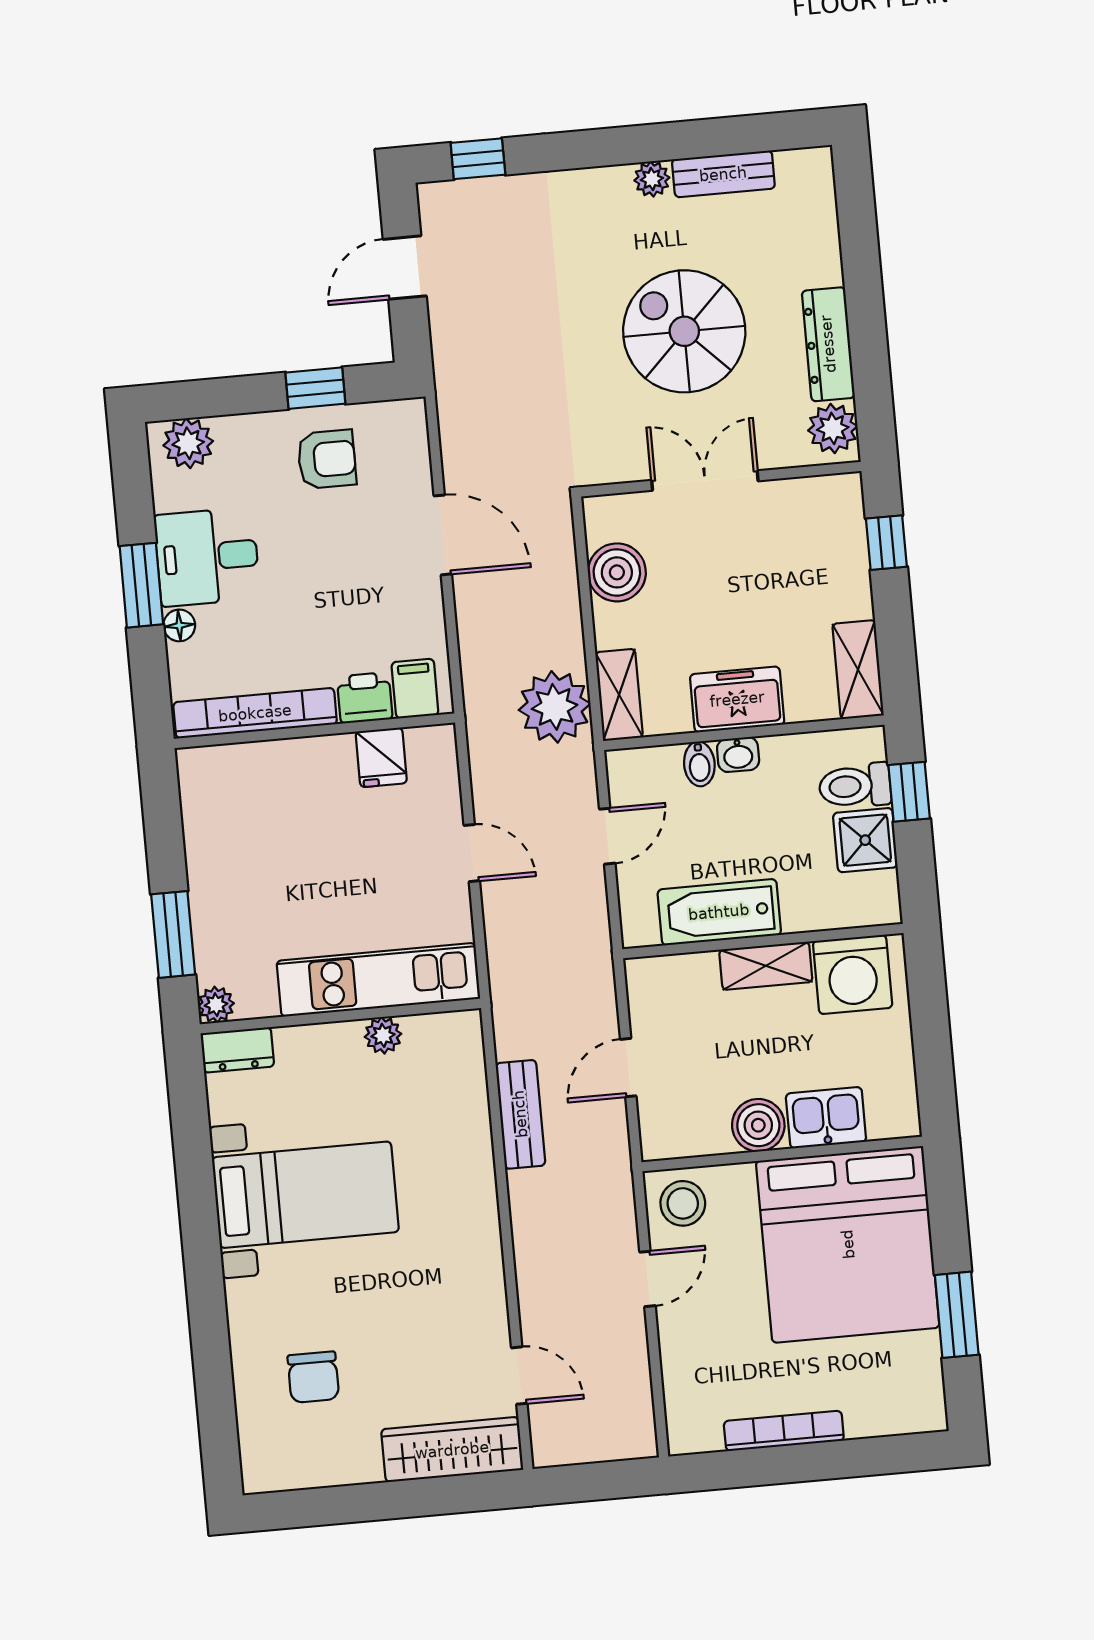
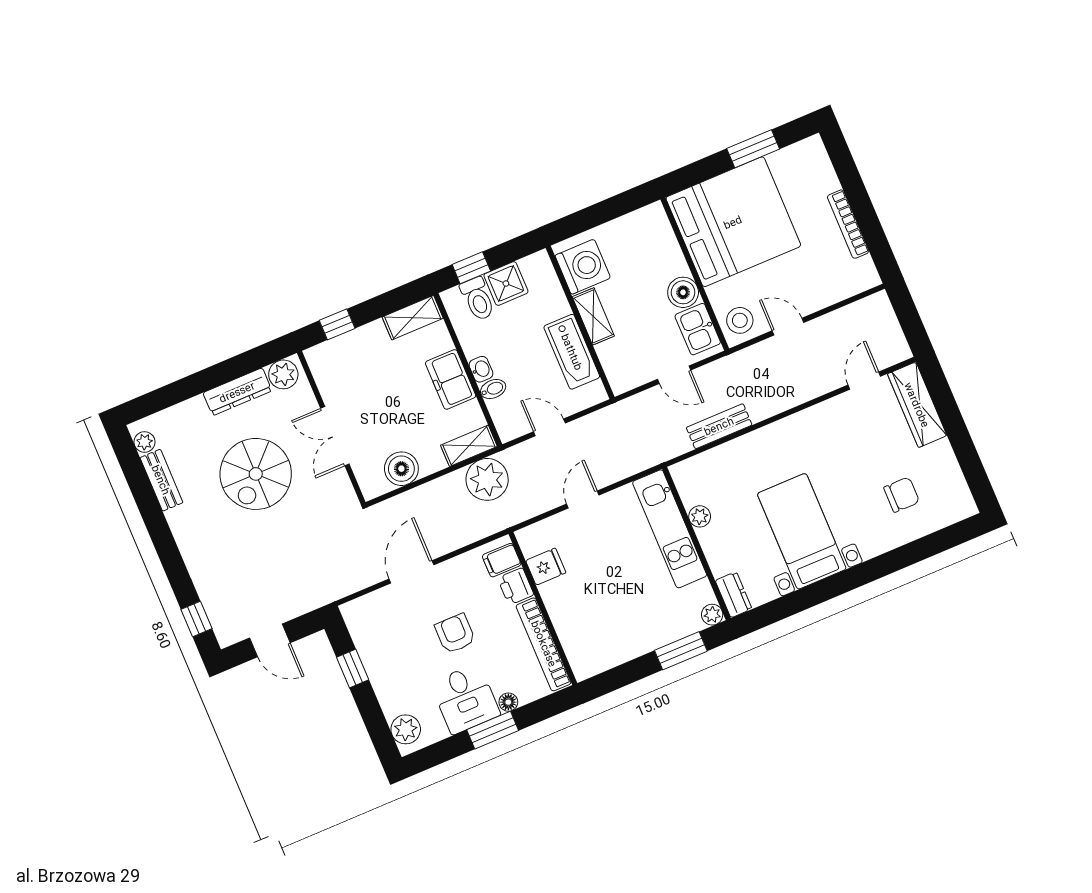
plant: (652, 179) -> (144, 442), moved
armchair: (327, 459) -> (455, 634), moved
kitchen sink: (826, 1118) -> (698, 329), moved

